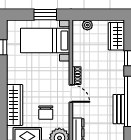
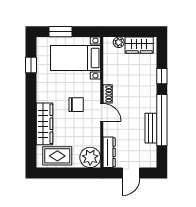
window: (45, 15) -> (60, 32), moved
wardrobe: (116, 36) -> (139, 45), moved, turned -90
chair: (46, 113) -> (76, 105), moved, turned -90

